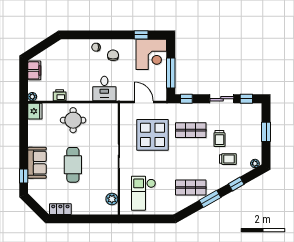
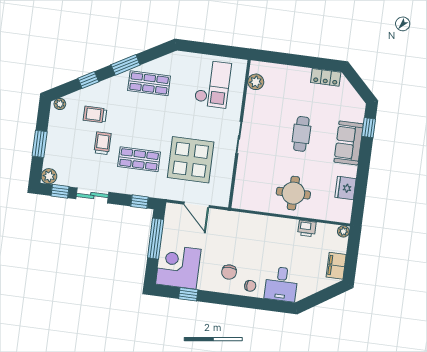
desk: (104, 89) -> (281, 284), moved, turned 180
plant: (256, 109) -> (49, 176), added
fridge: (35, 111) -> (346, 188), moved
cafe table: (73, 165) -> (301, 134), width x0.73, depth x0.74

